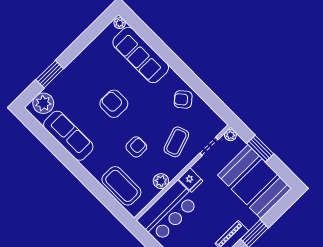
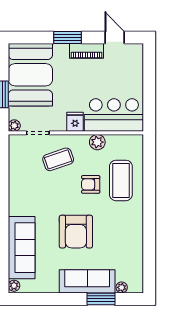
armchair: (183, 99) -> (23, 185), removed
plant: (43, 103) -> (122, 287), width x0.53, depth x0.53
armchair: (114, 104) -> (76, 232), width x1.36, depth x1.36
sofa: (68, 136) -> (87, 281), moved, turned 90
coffee table: (121, 186) -> (121, 180), moved

